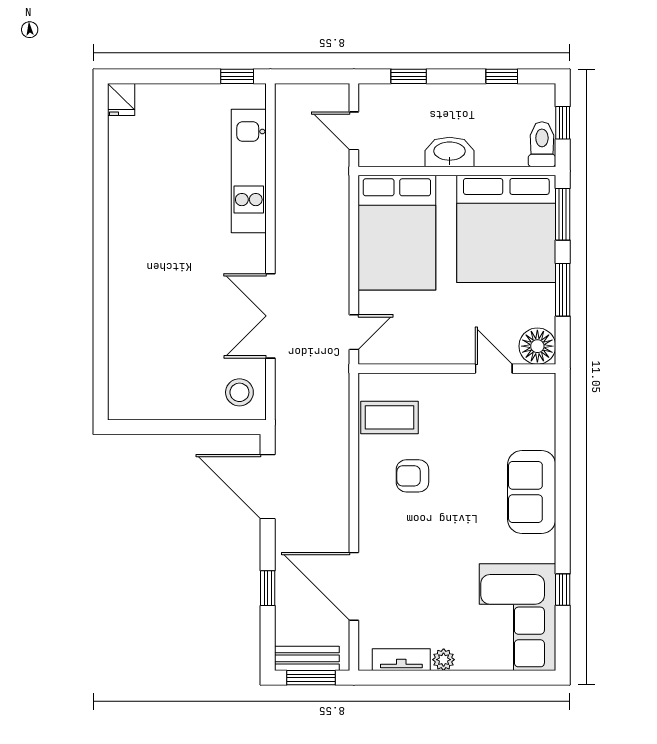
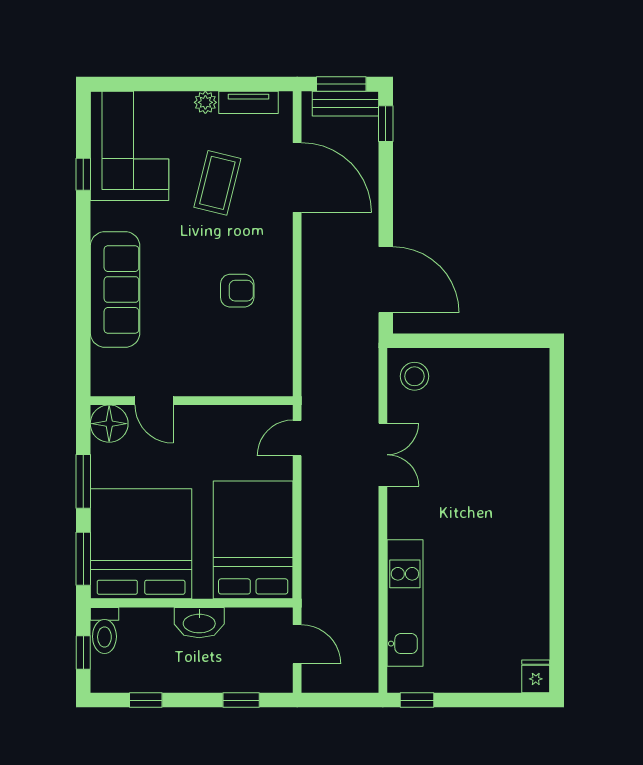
double door: (270, 316) -> (383, 455), width x0.73
coffee table: (389, 417) -> (217, 183), moved, turned -76
sofa: (532, 492) -> (115, 289), width x1.36
window: (268, 588) -> (386, 124), moved

